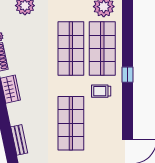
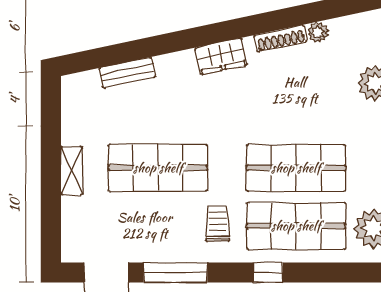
window: (127, 75) -> (268, 273), moved
window: (127, 114) -> (175, 273), added

